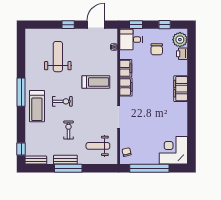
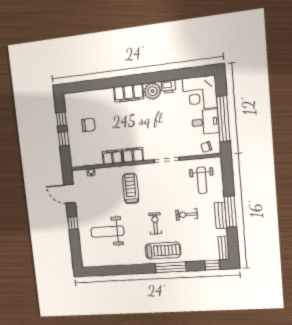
window: (136, 25) -> (64, 139), moved
desk: (131, 40) -> (205, 122), moved, turned -90
plant: (180, 40) -> (153, 91), moved
printer: (182, 54) -> (168, 87), moved
window: (21, 92) -> (171, 267), moved

